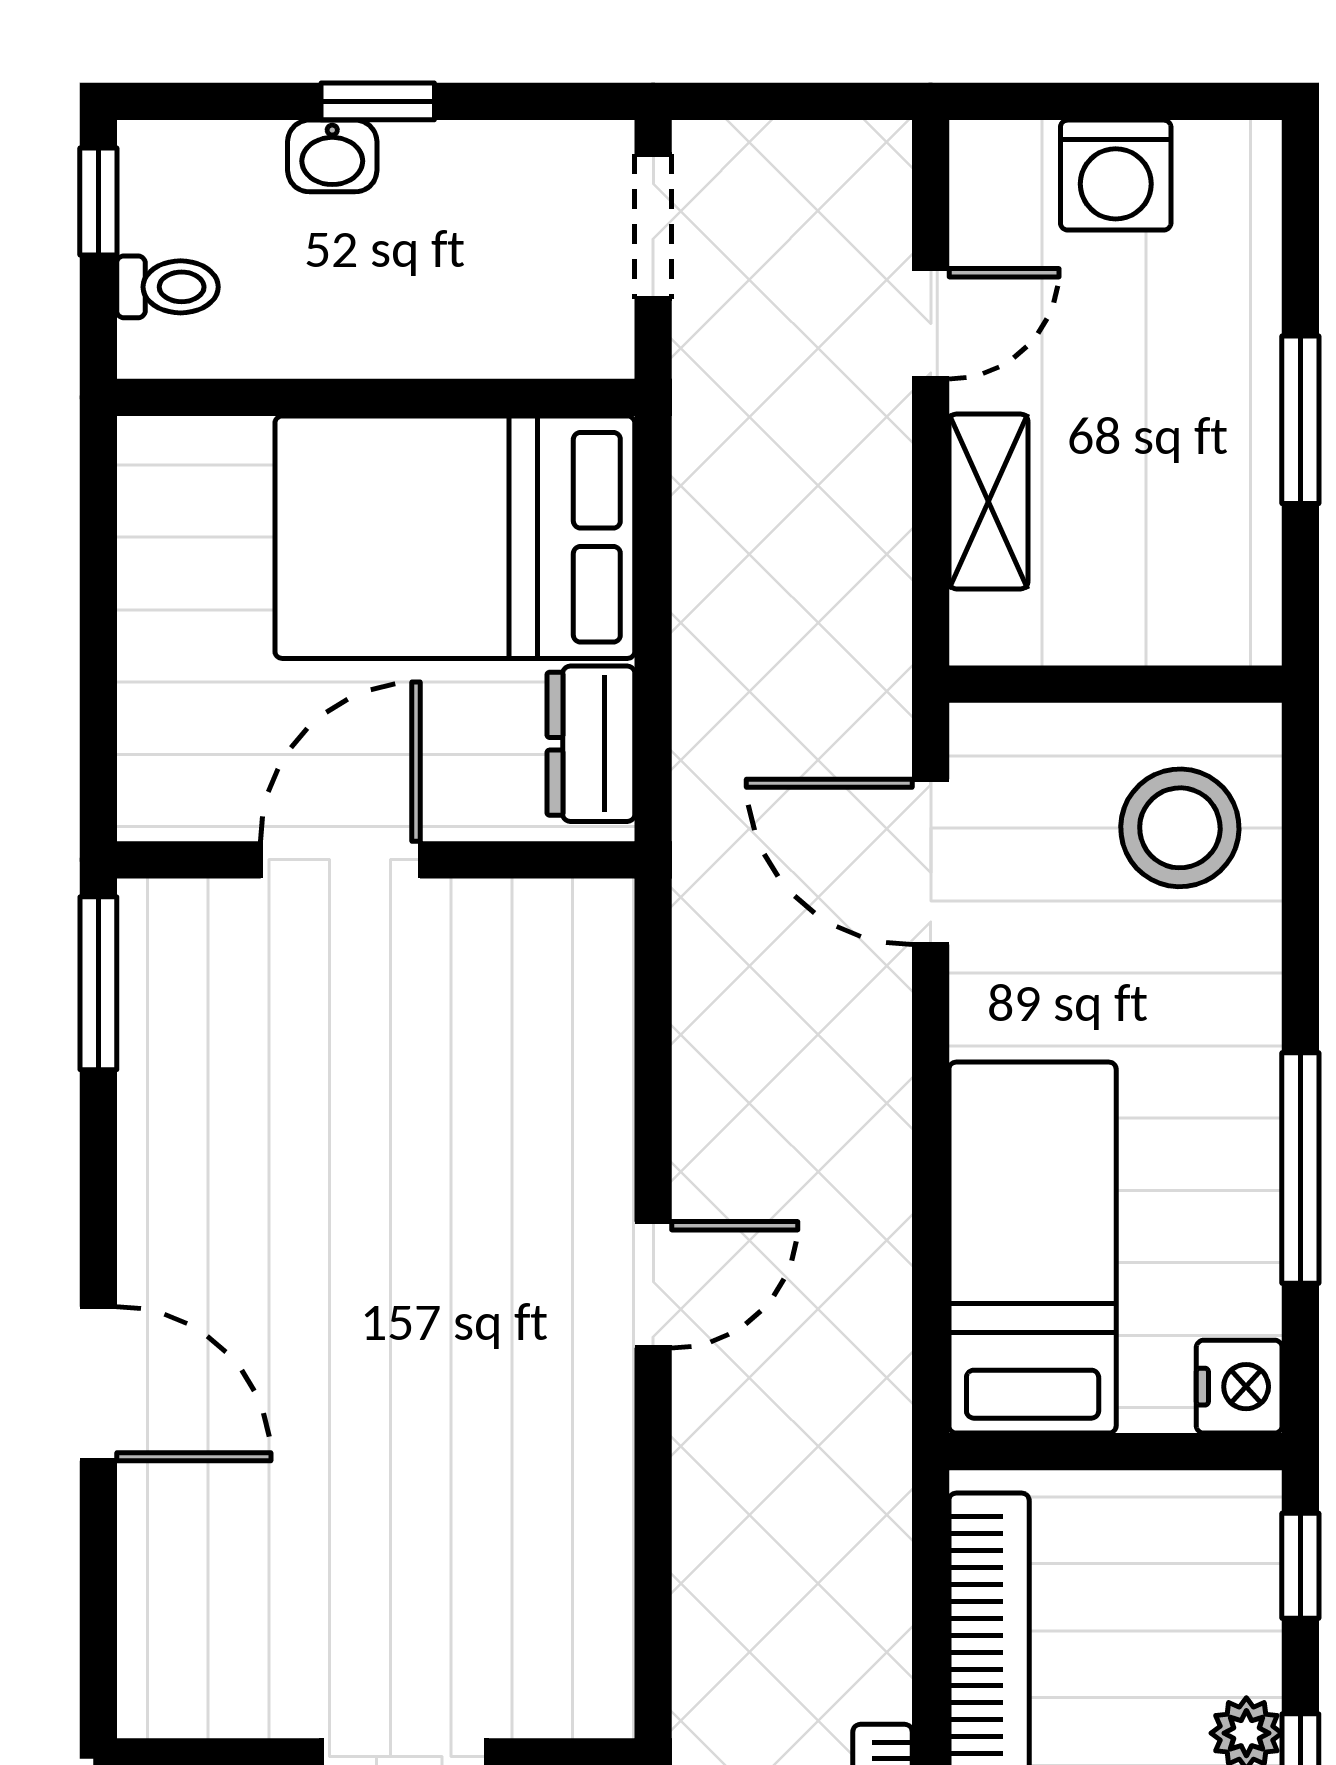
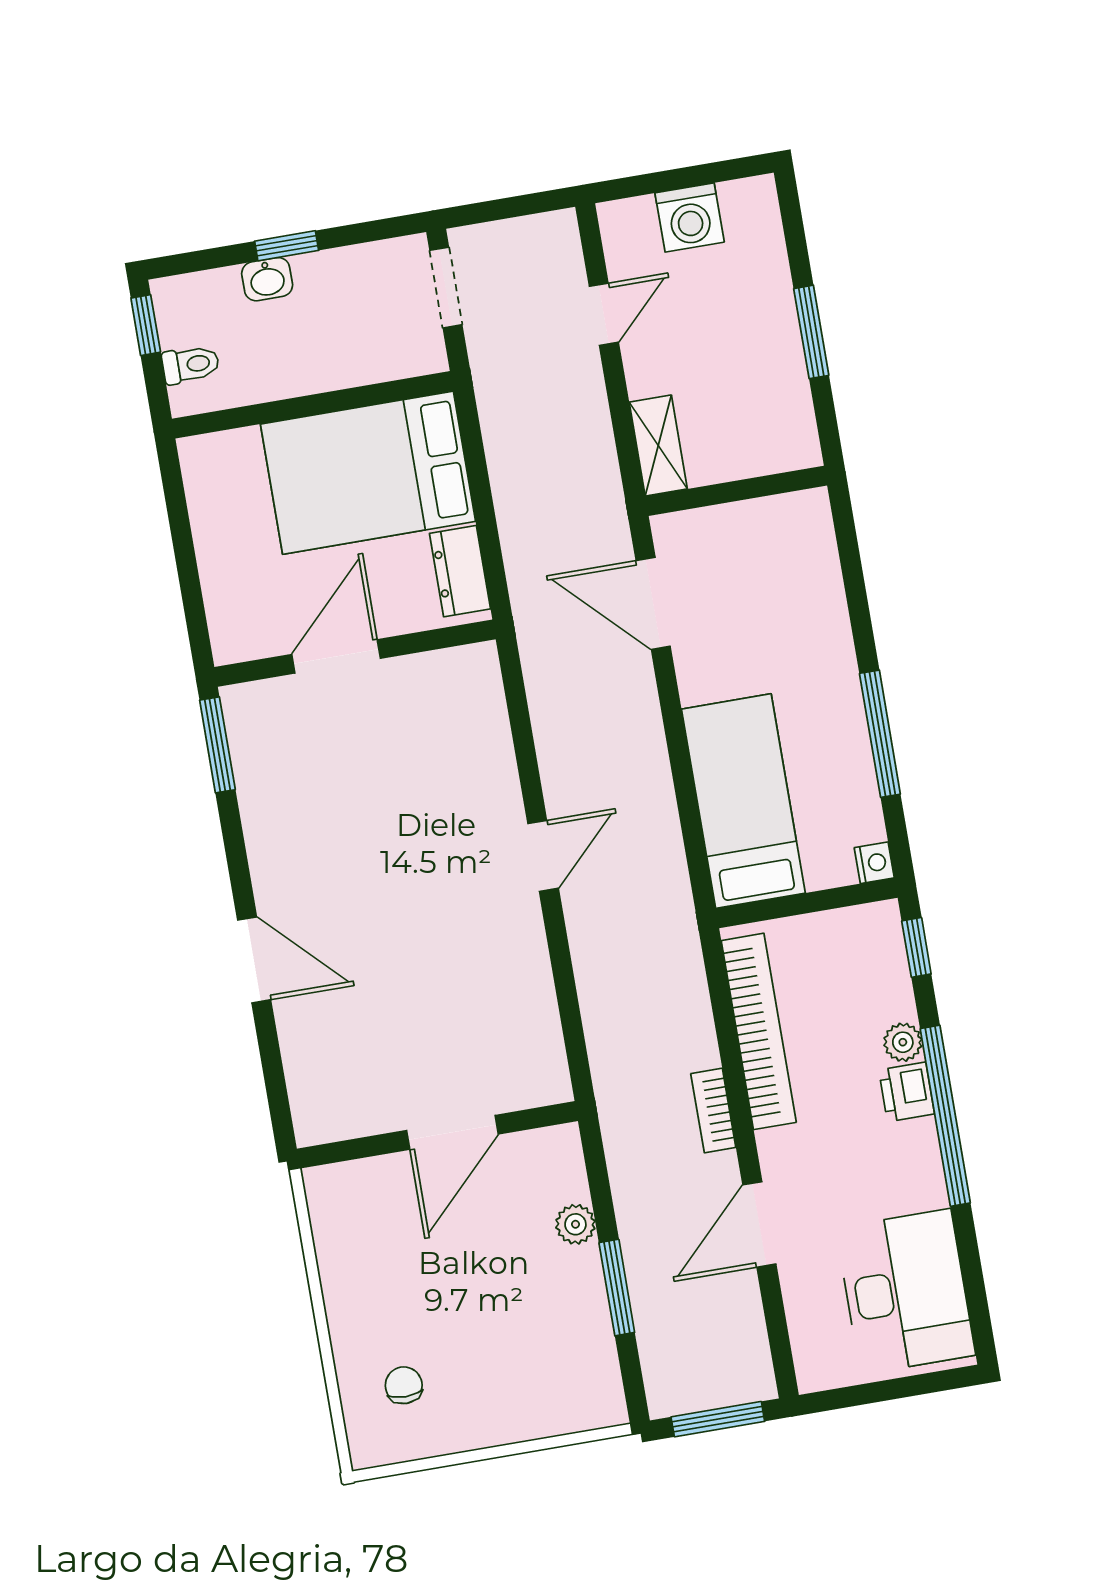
shelving: (988, 501) -> (658, 446), moved
stool: (1180, 828) -> (784, 562), removed
nightstand: (1239, 1387) -> (874, 863), width x0.72, depth x0.74

